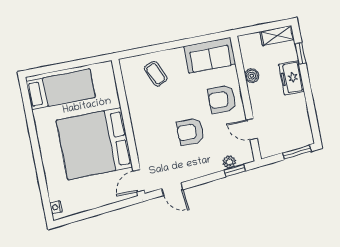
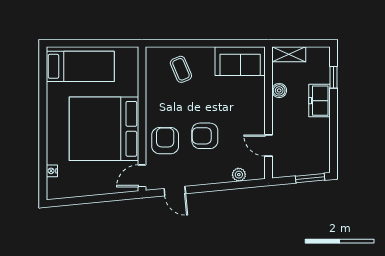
shelving: (277, 35) -> (289, 54), moved
armchair: (222, 99) -> (165, 141), moved, turned 89
window: (235, 171) -> (243, 185), removed
nightstand: (56, 207) -> (52, 171), moved

